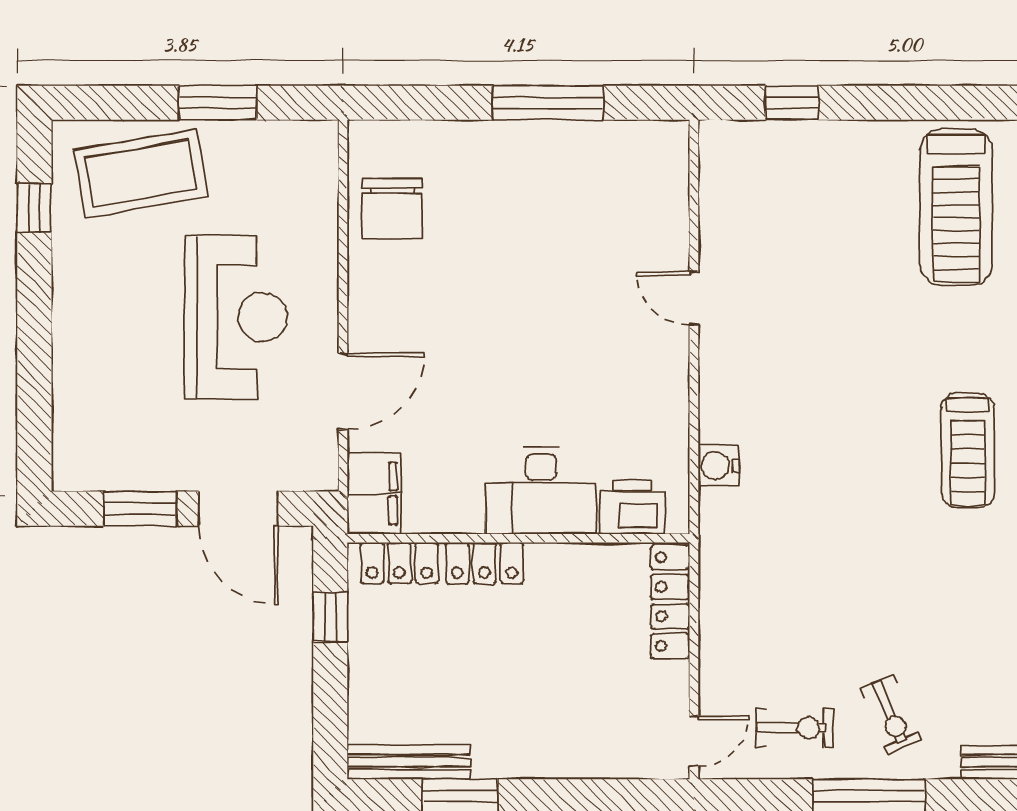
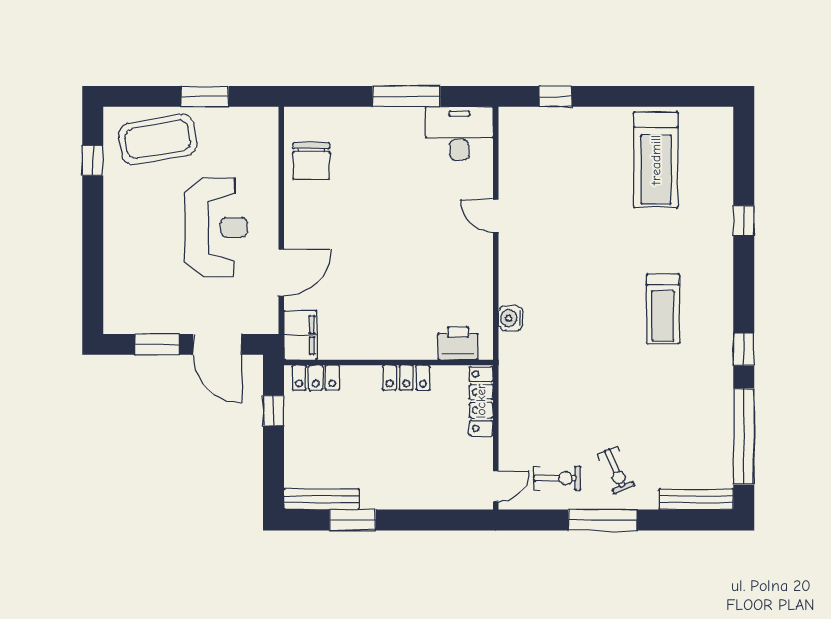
desk: (541, 491) -> (459, 133), moved, turned 180
locker: (485, 563) -> (406, 378), moved

